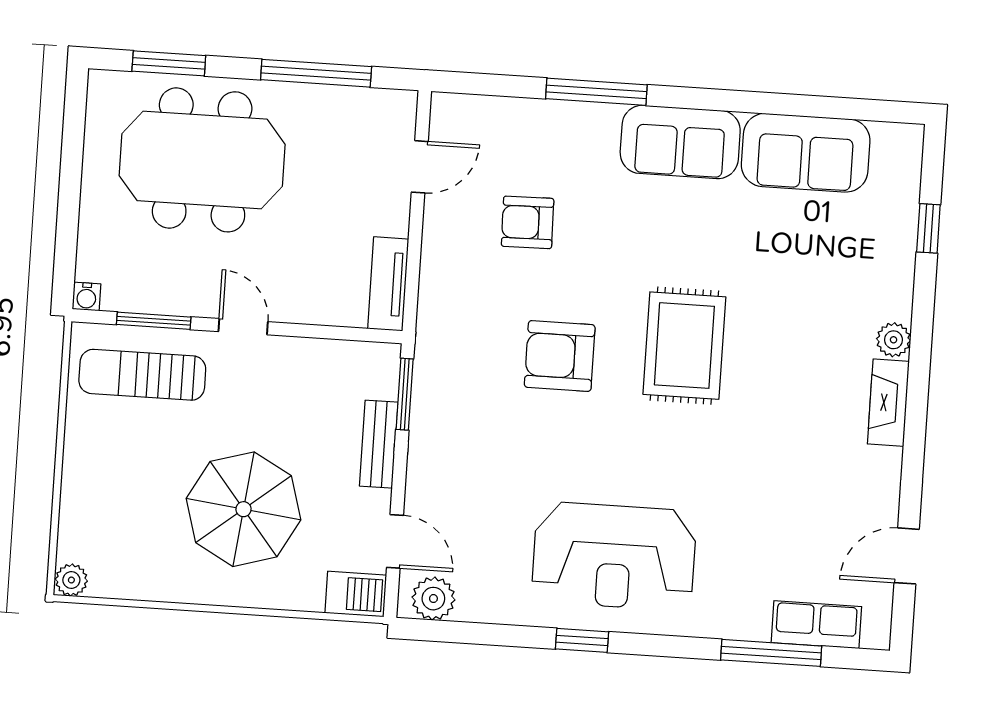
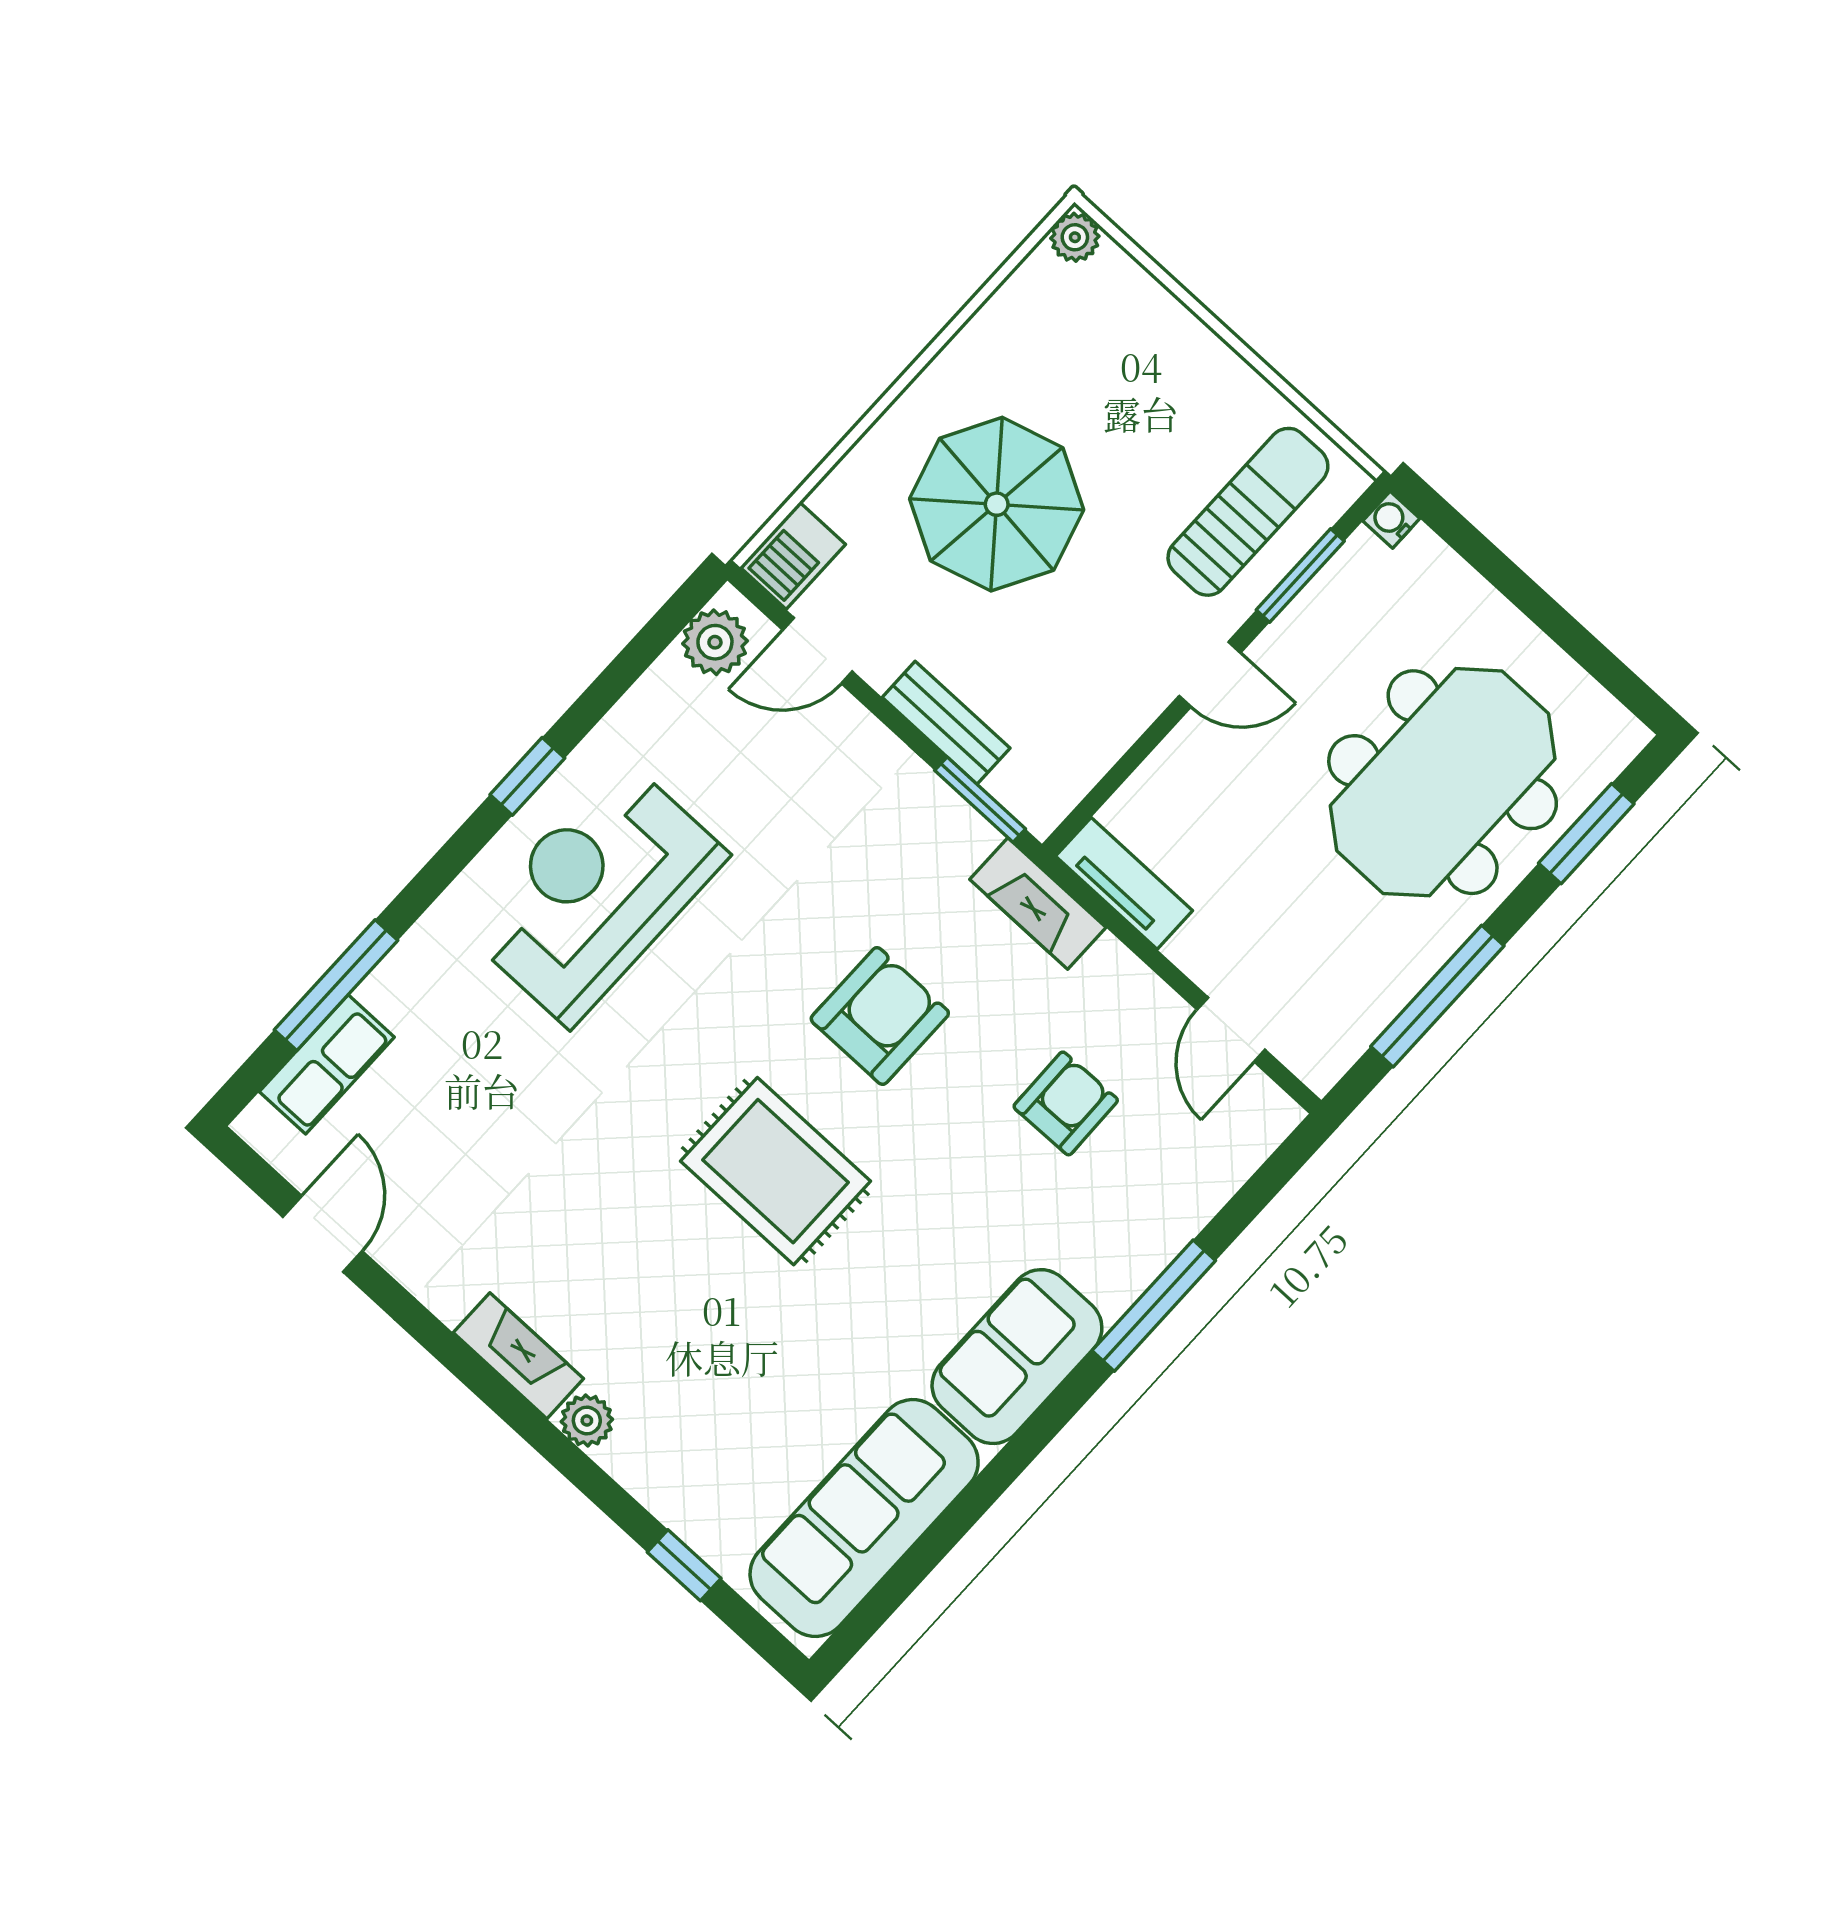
sofa: (806, 153) -> (864, 1518), width x1.36
fireplace: (435, 321) -> (1038, 903), added

